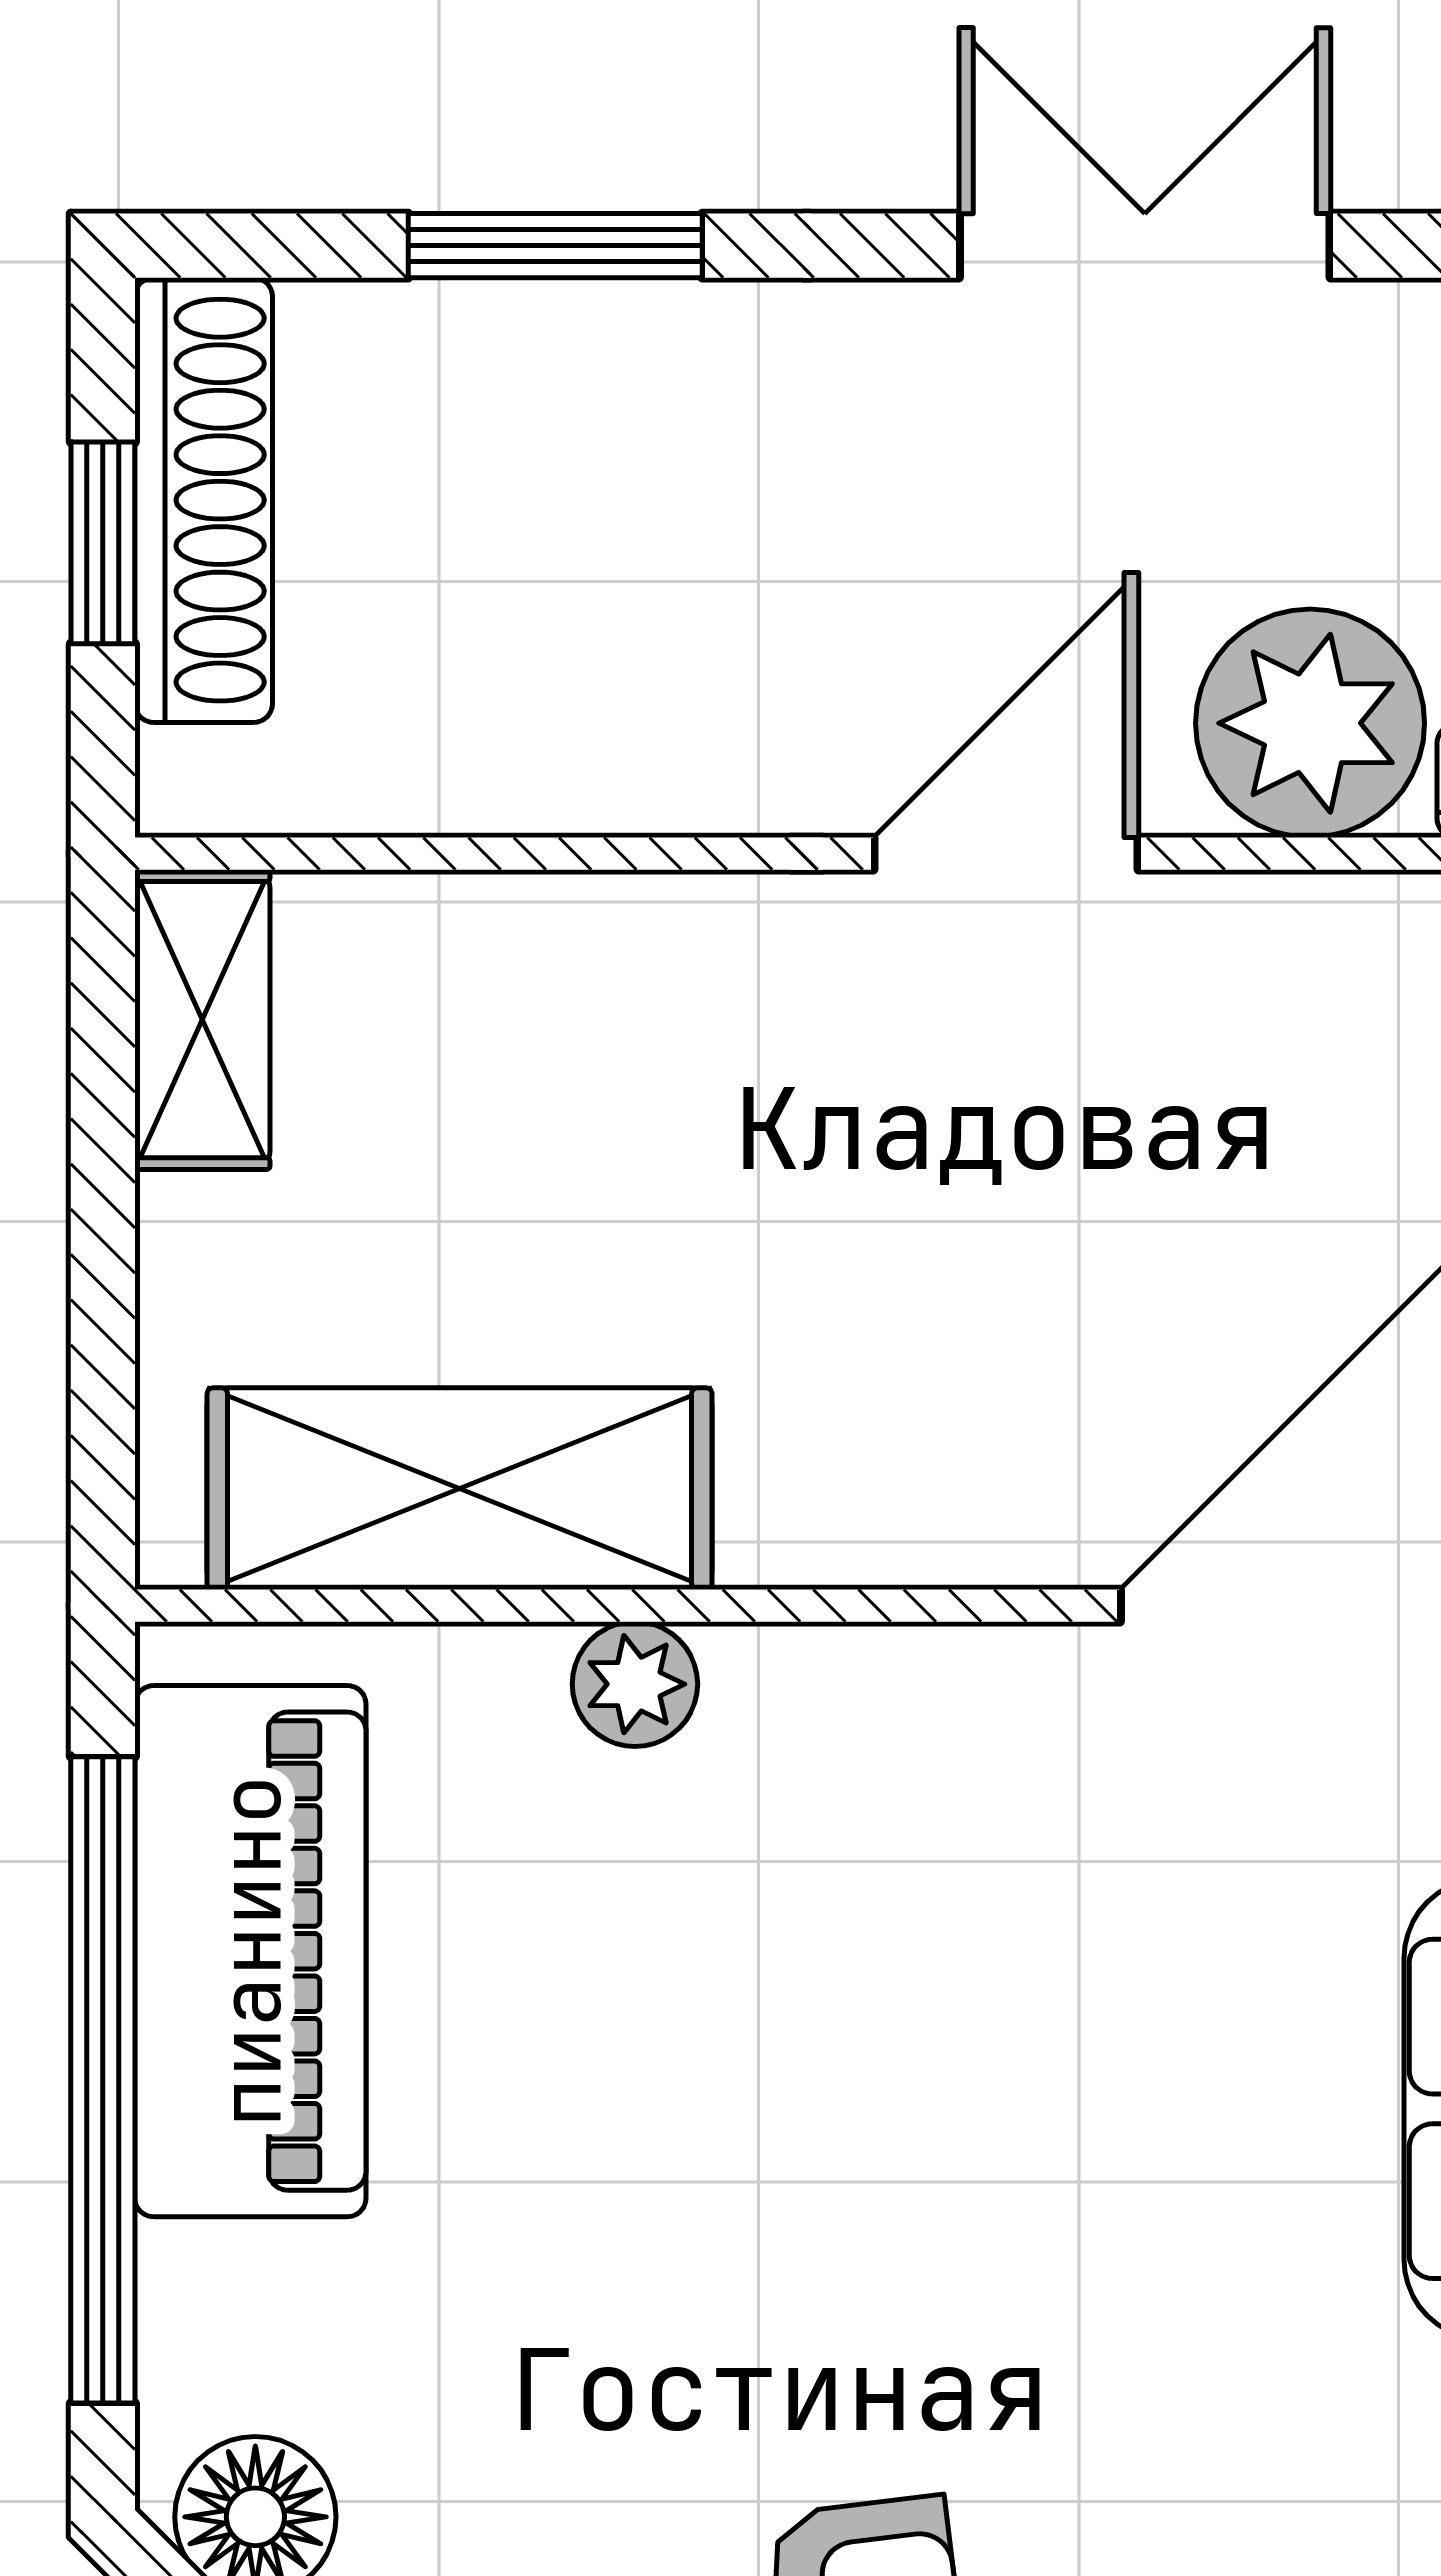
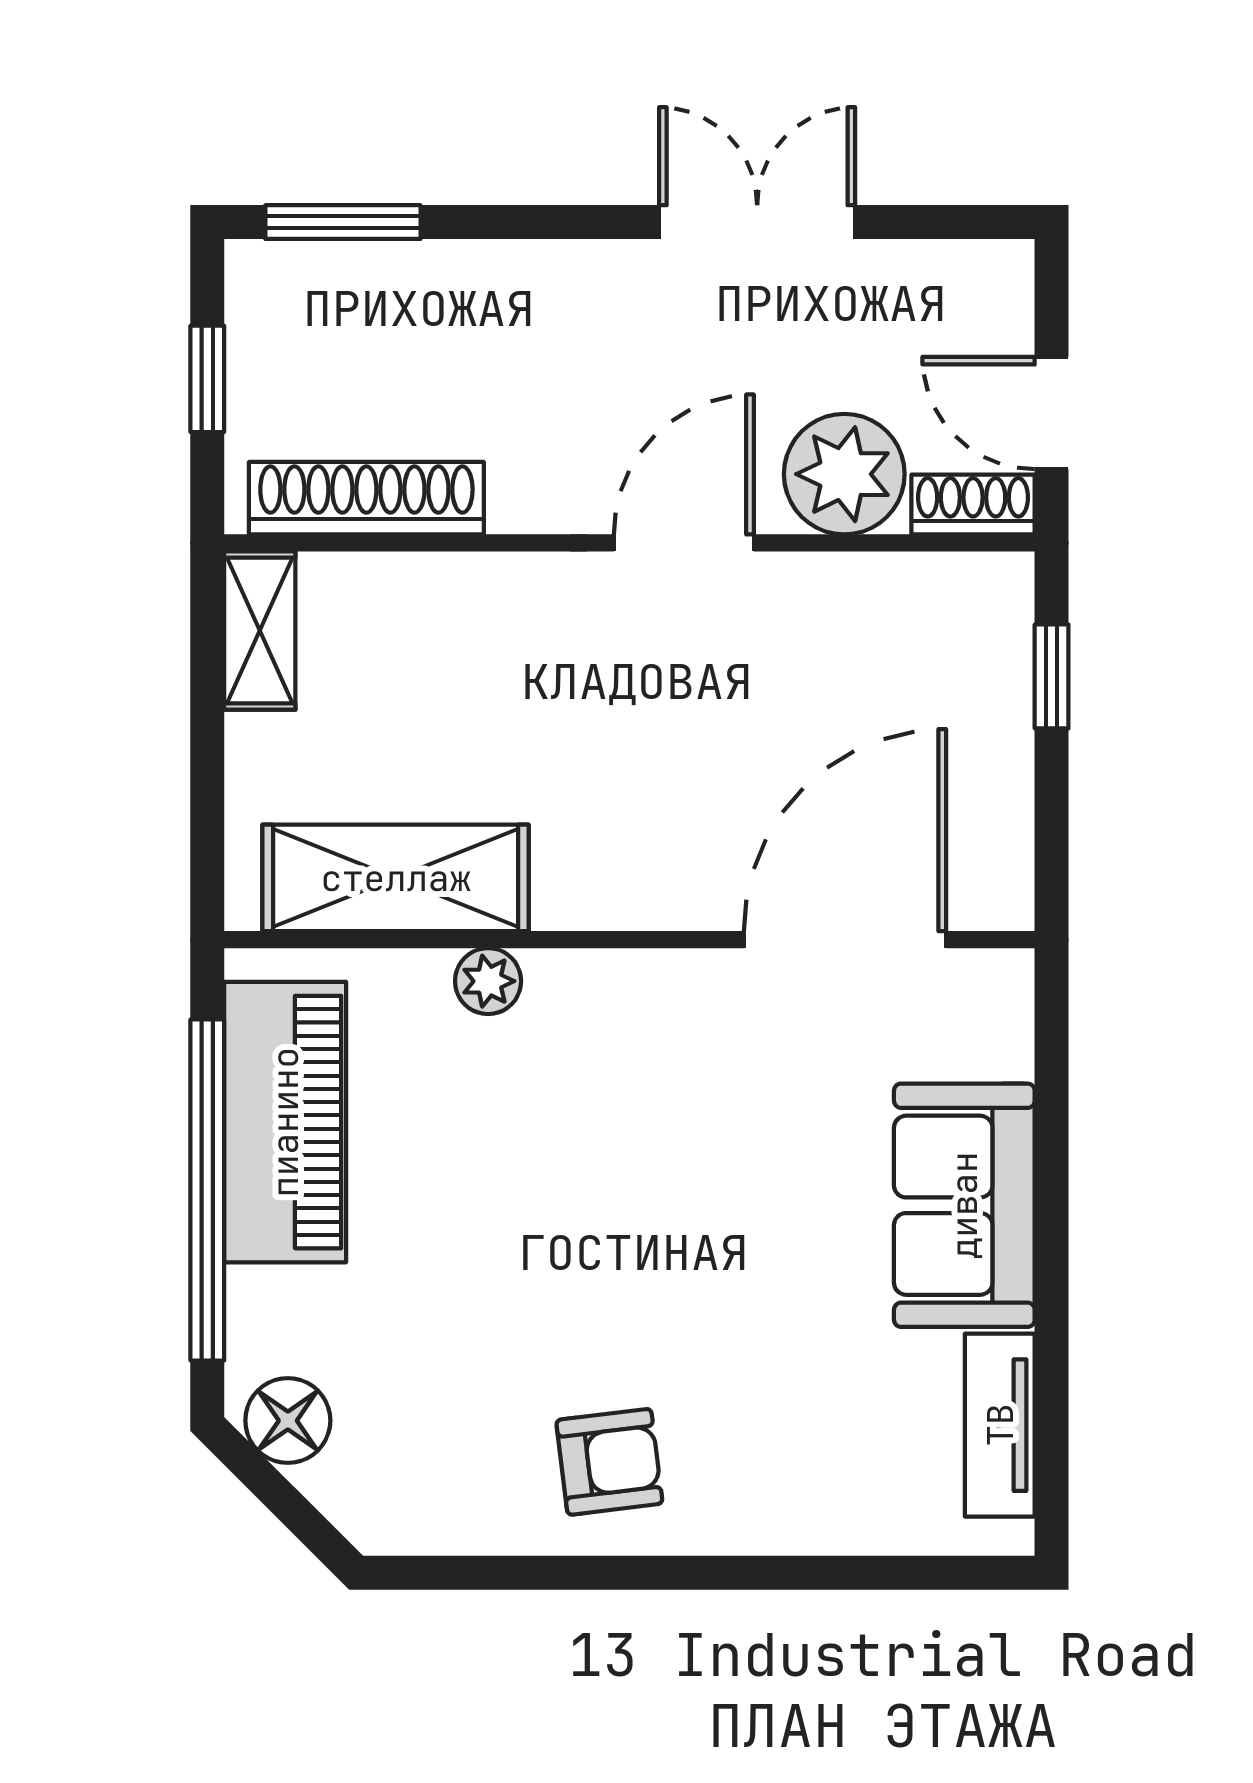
window: (555, 246) -> (343, 222), moved
shoe rack: (204, 500) -> (366, 498), moved, turned -90

